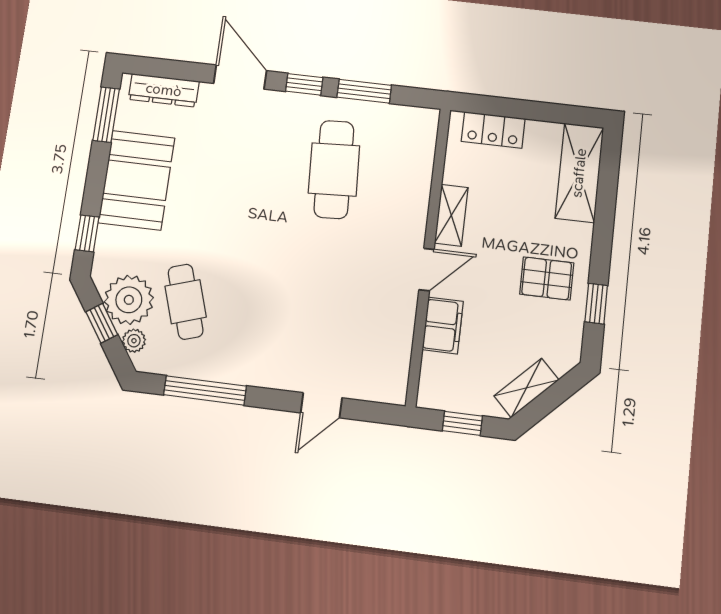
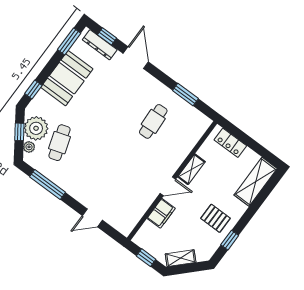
window: (304, 84) -> (107, 36), moved
cafe table: (334, 169) -> (153, 121), width x0.73, depth x0.74

